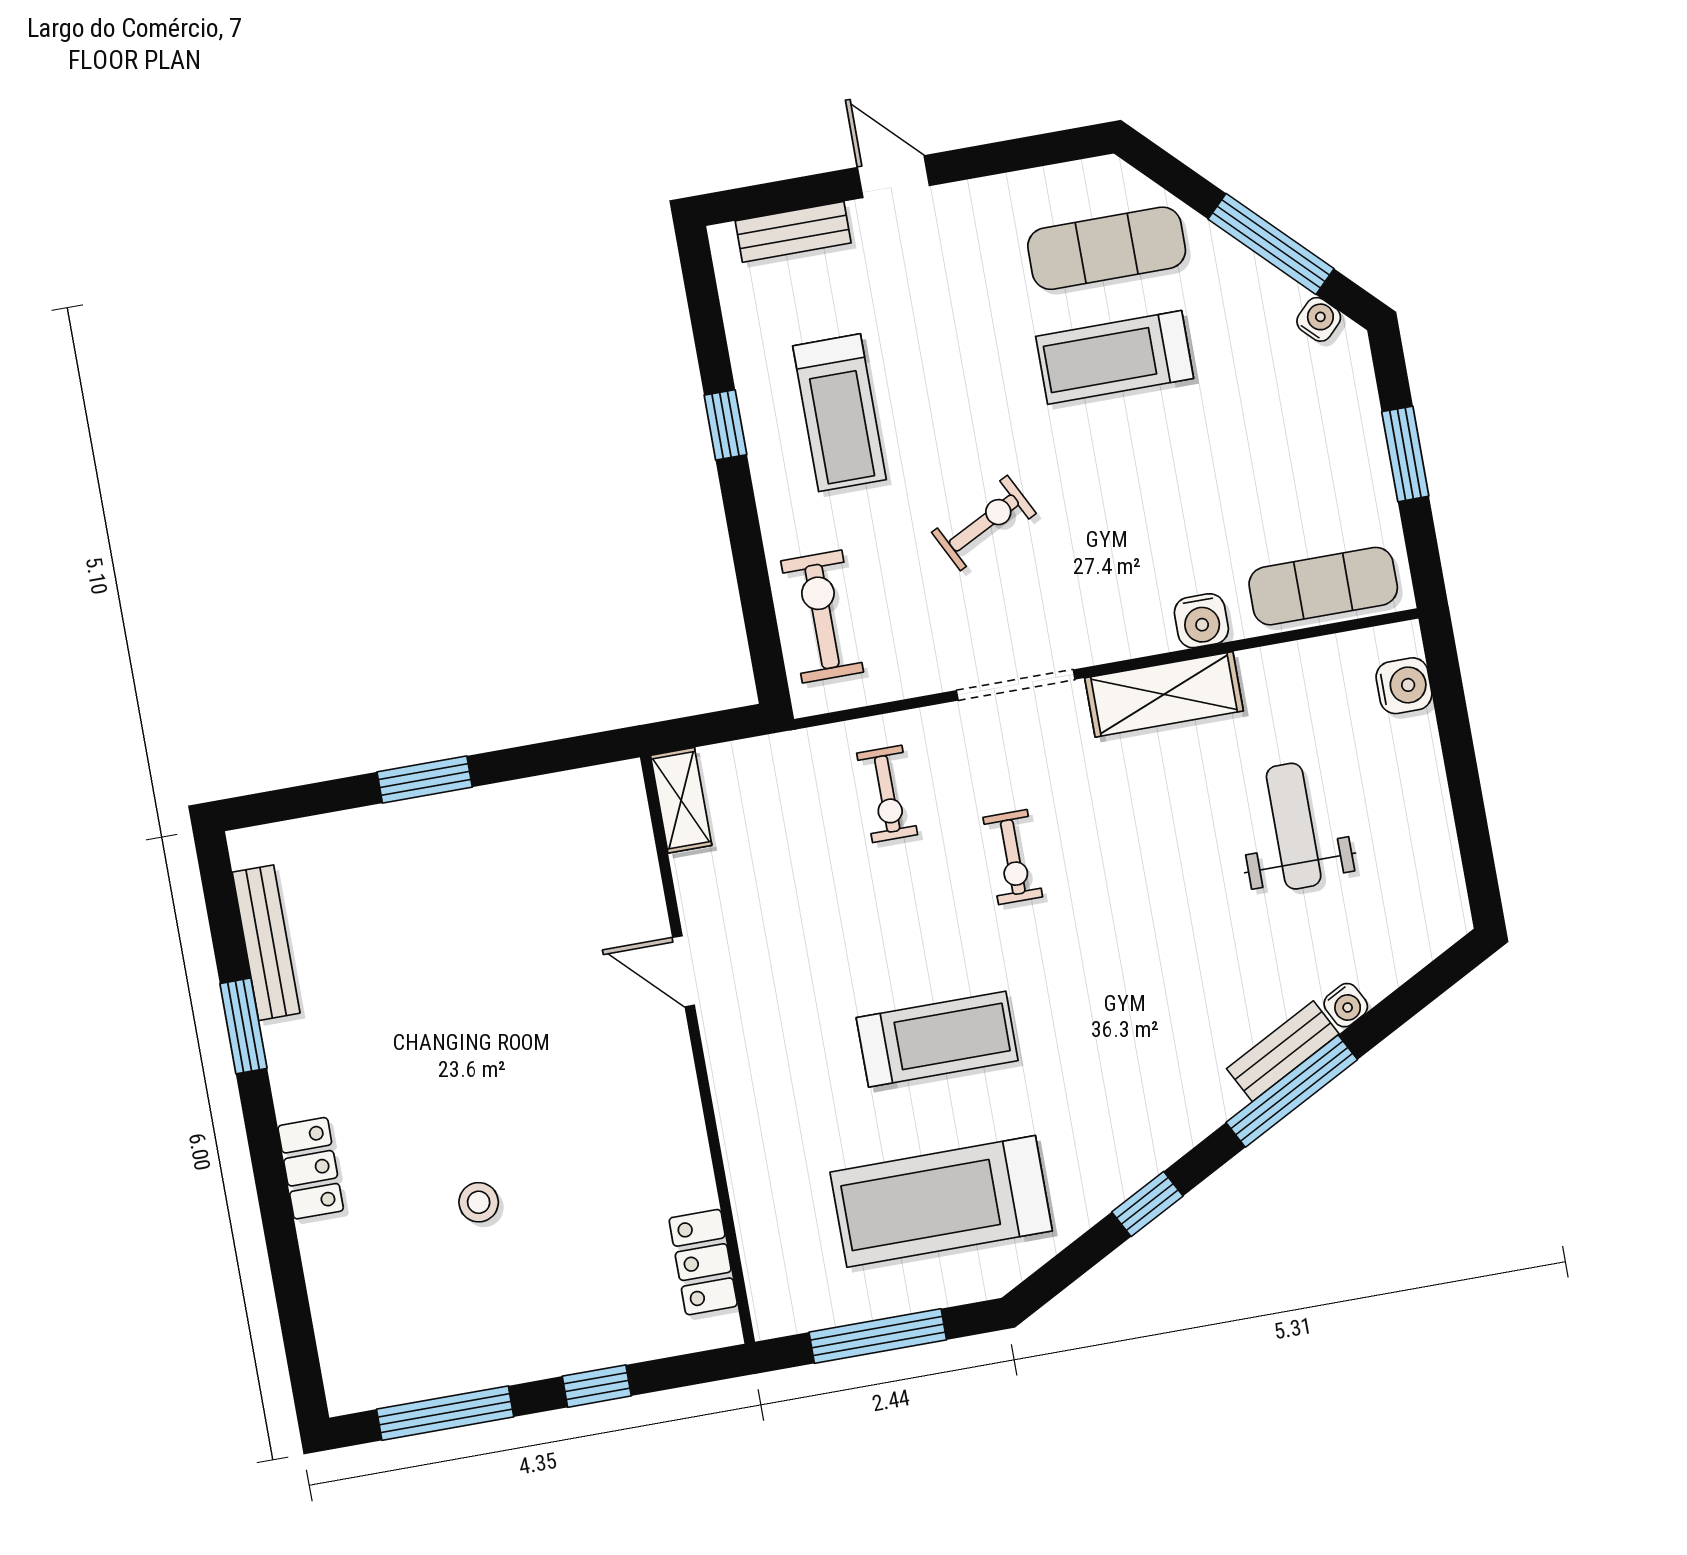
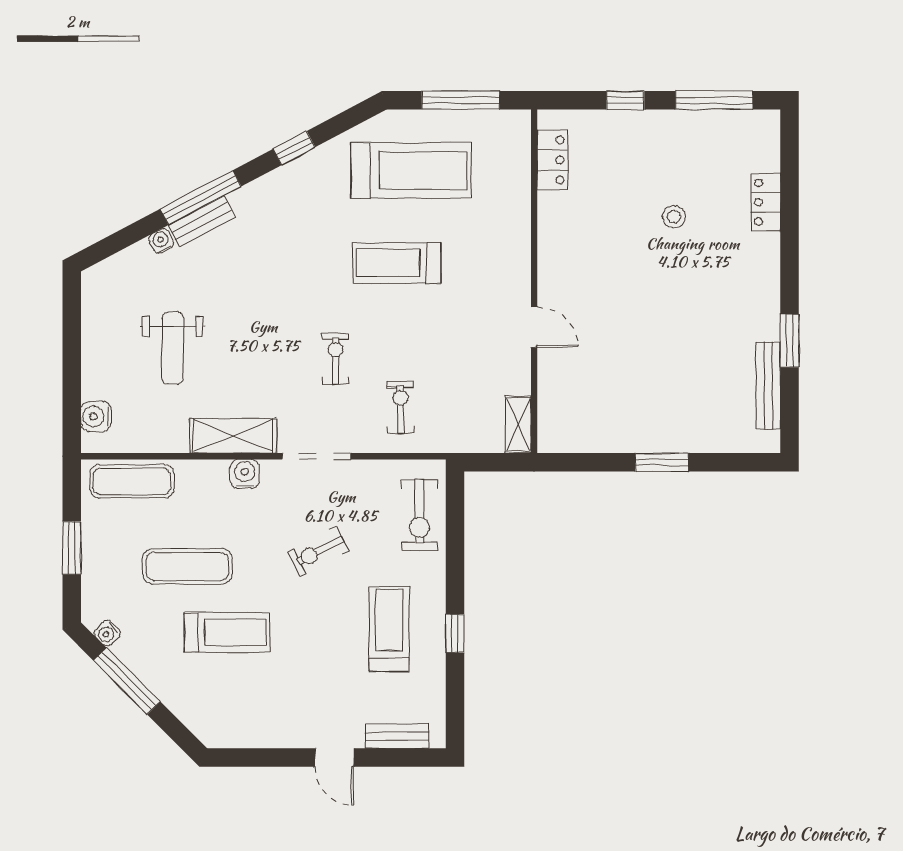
exercise mat: (1107, 248) -> (187, 566), moved
water cooler: (1201, 621) -> (245, 474), moved
locker: (311, 1168) -> (766, 202), moved

